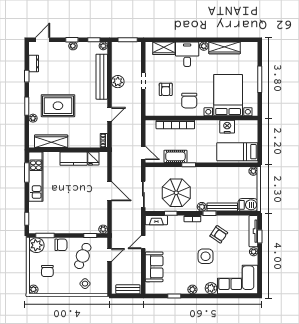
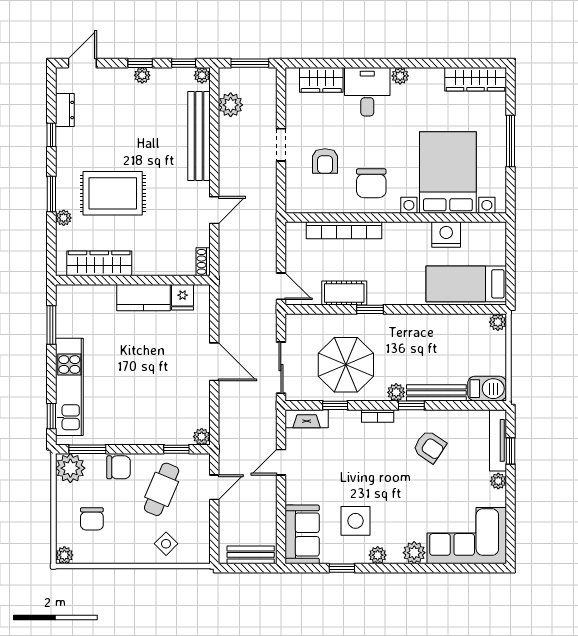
wardrobe: (225, 48) -> (476, 79), moved
plant: (118, 82) -> (231, 105), moved
kitchen unit: (36, 177) -> (69, 387), moved
side table: (206, 256) -> (355, 521), moved
sofa: (154, 267) -> (302, 534), moved

